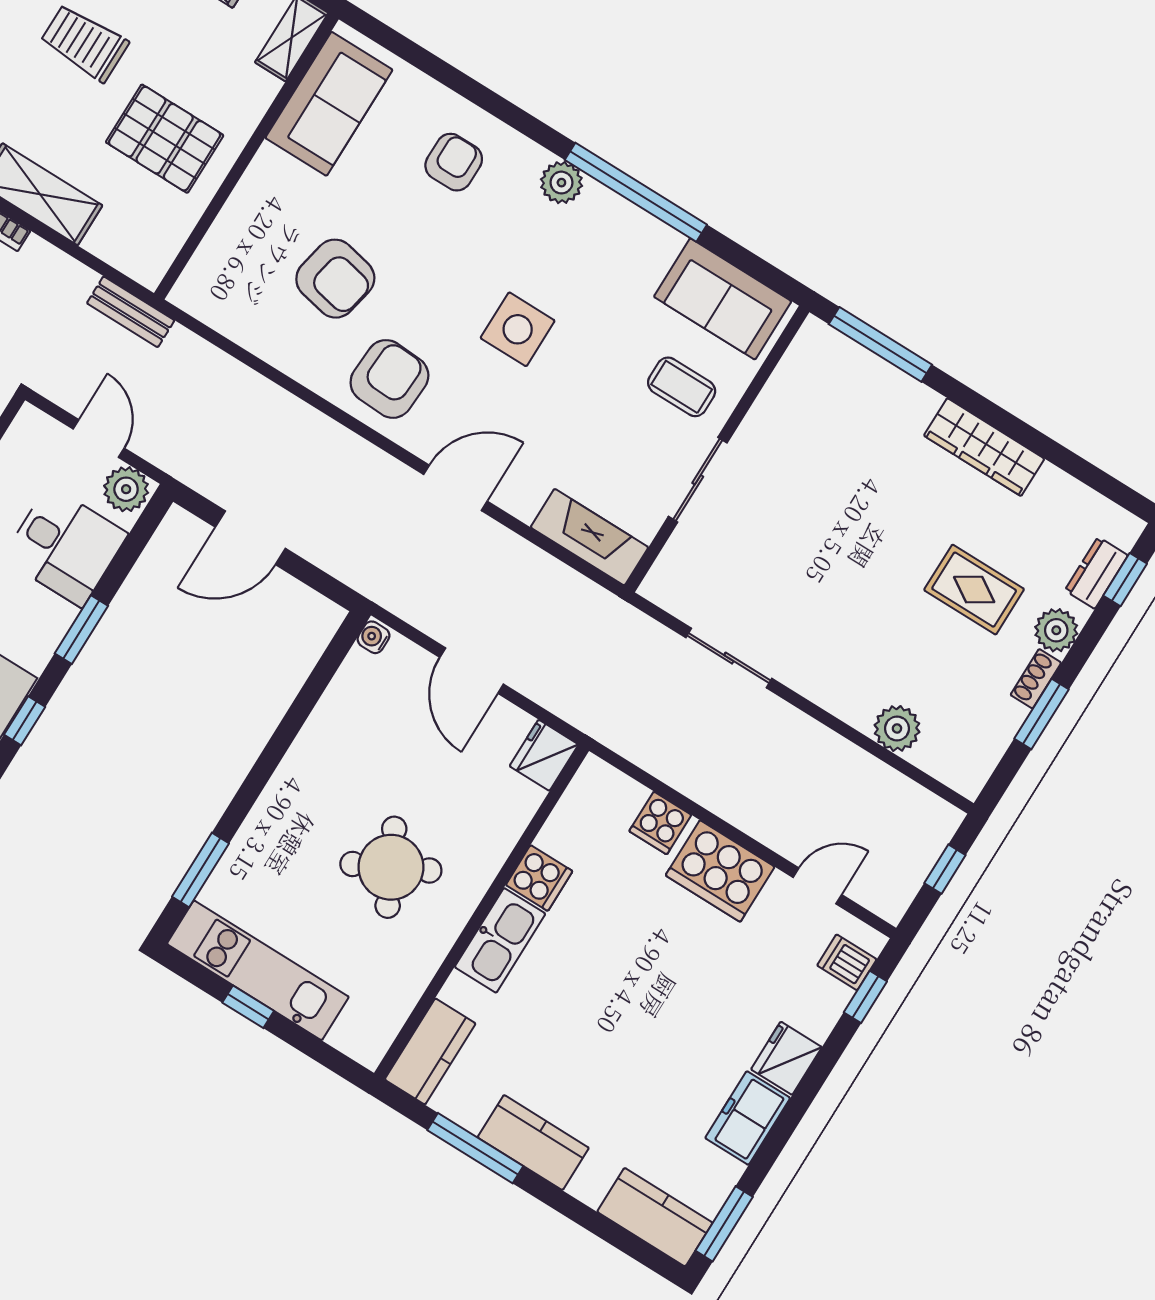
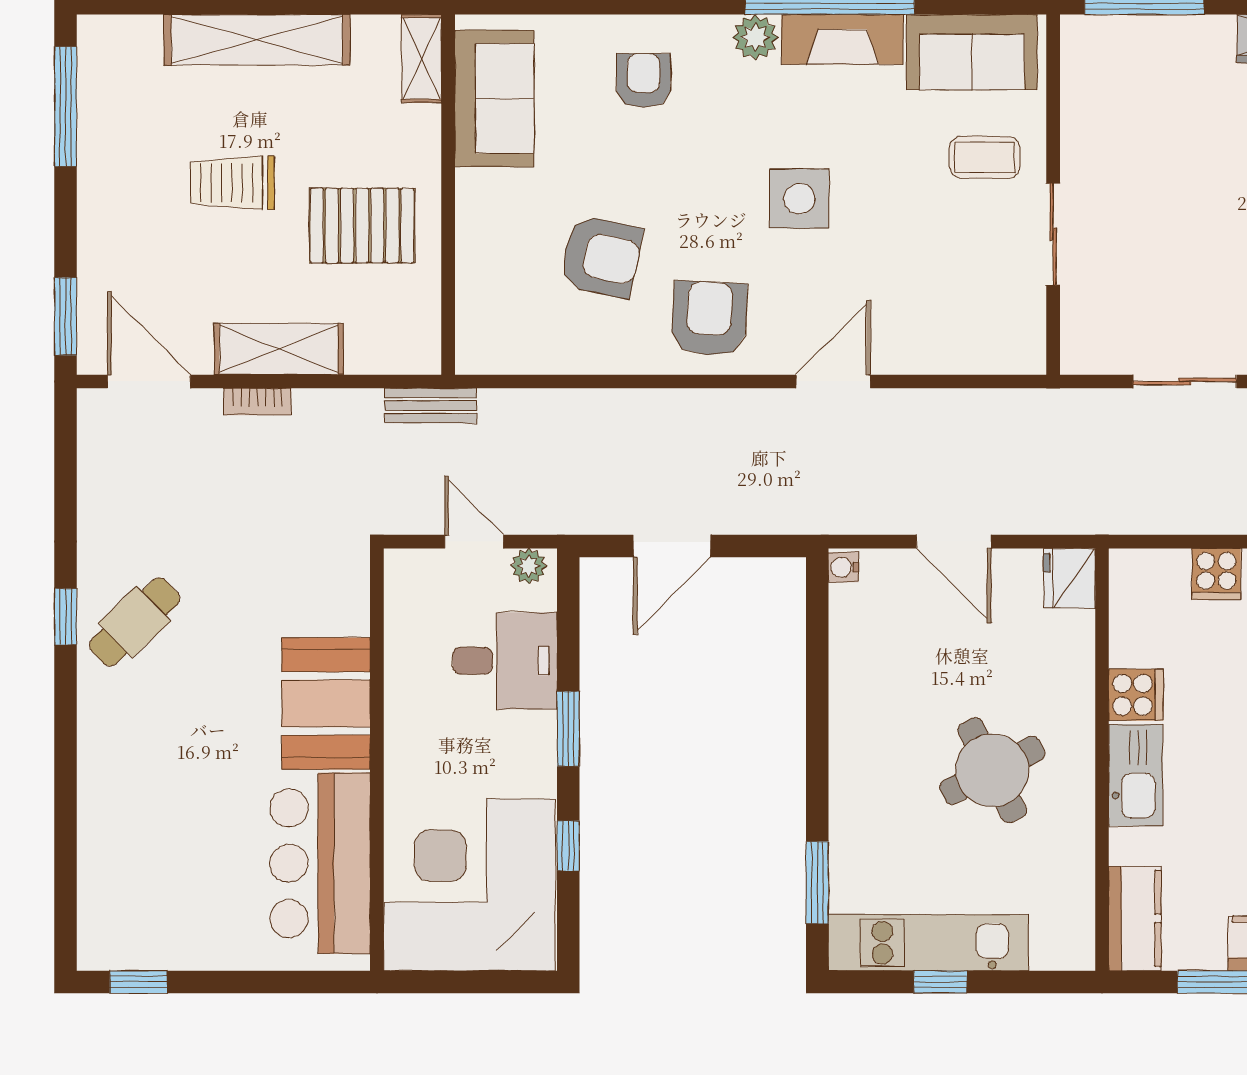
plant: (126, 489) -> (529, 566), width x0.73, depth x0.73
fireplace: (589, 537) -> (842, 39), moved, turned 180

